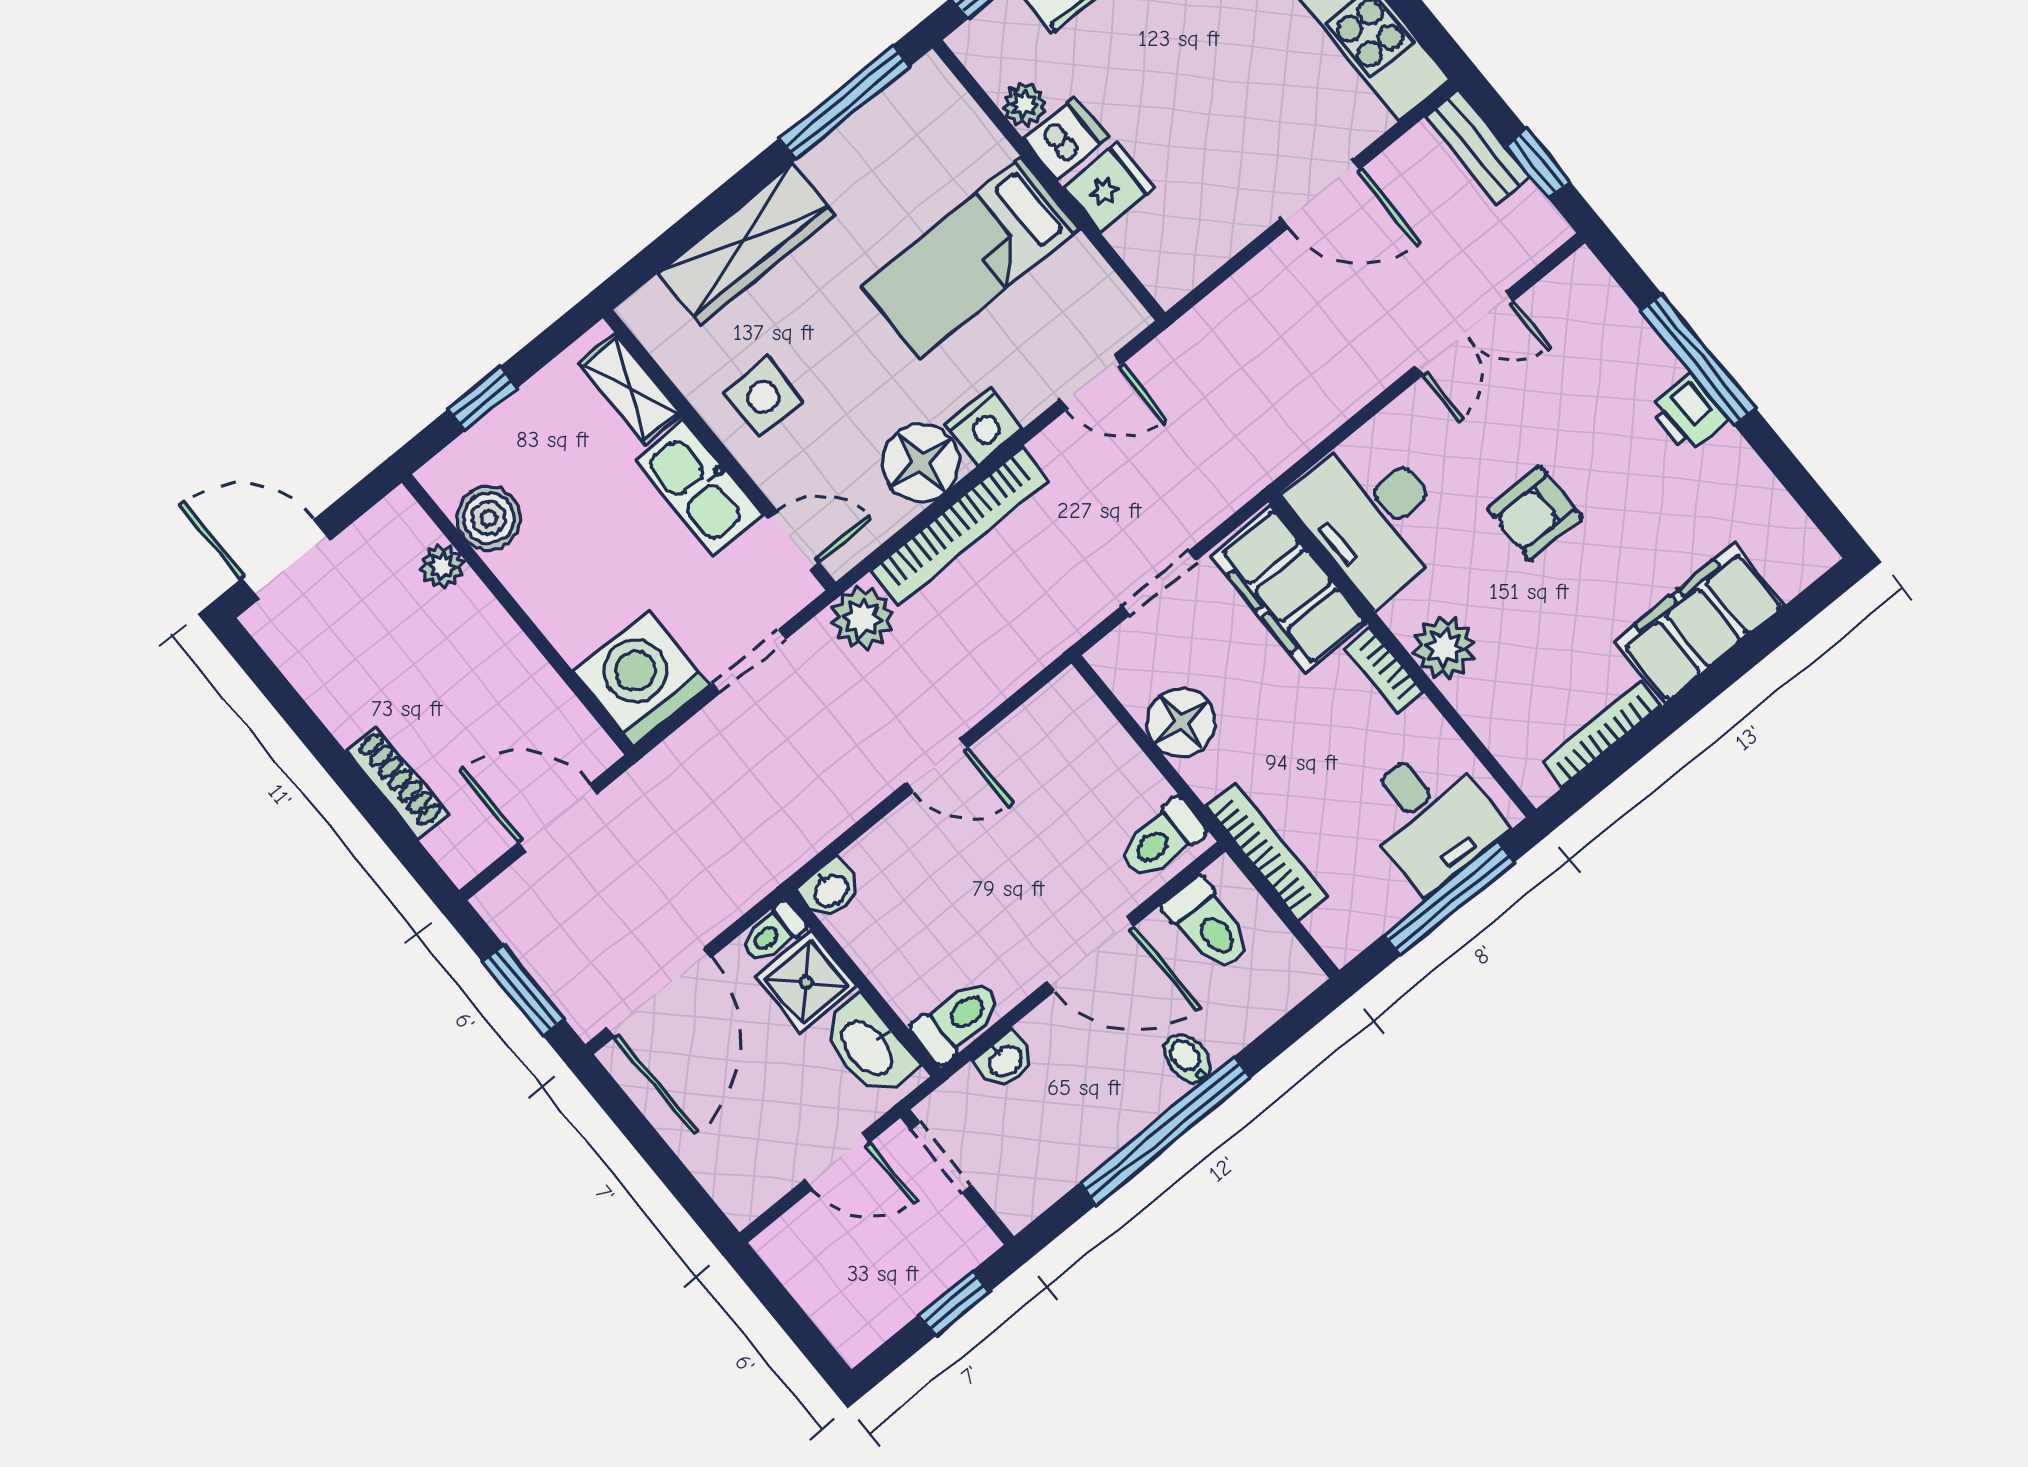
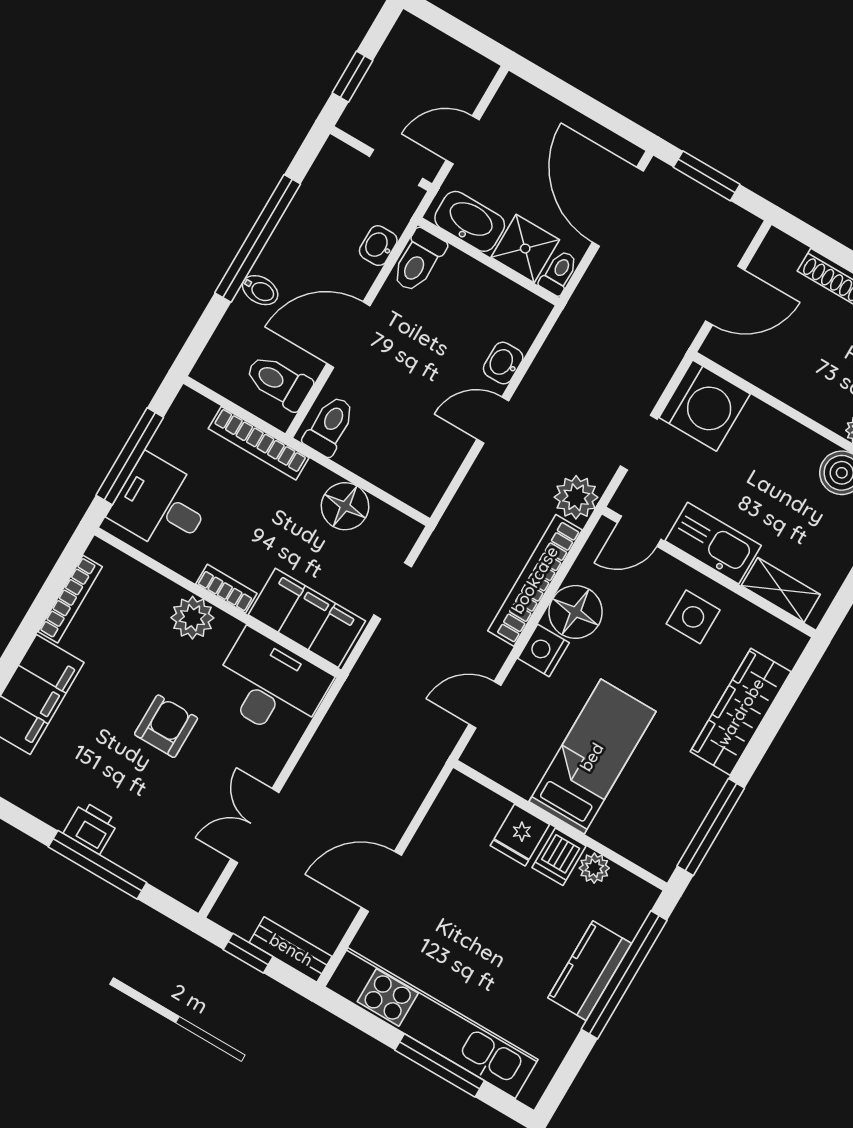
washbasin: (830, 890) -> (503, 363), moved

